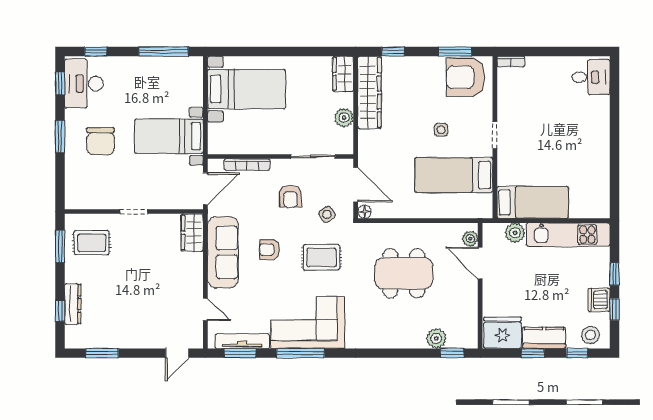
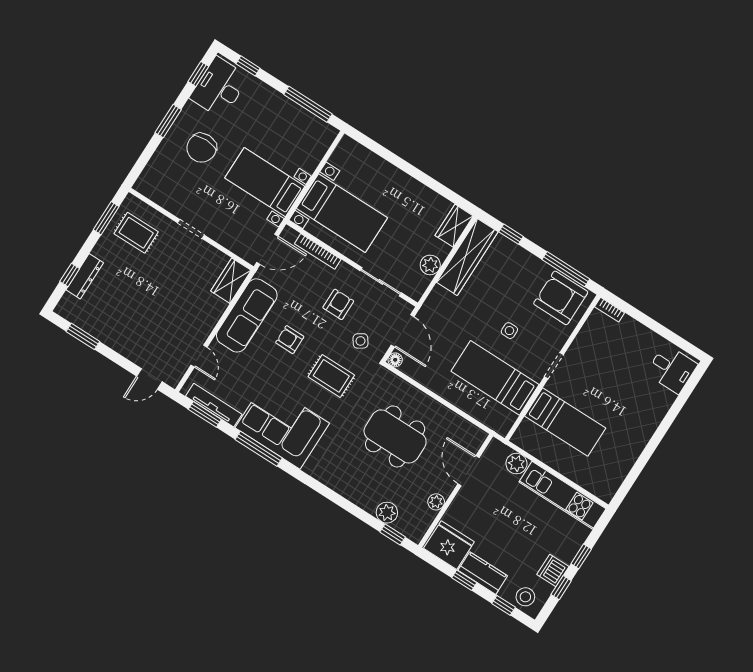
window: (455, 52) -> (566, 269), width x1.44
bed with nightstands: (247, 89) -> (342, 213), moved
armchair: (290, 196) -> (338, 304), turned 180
bed: (533, 202) -> (565, 422), moved
plant: (470, 239) -> (436, 502), moved

